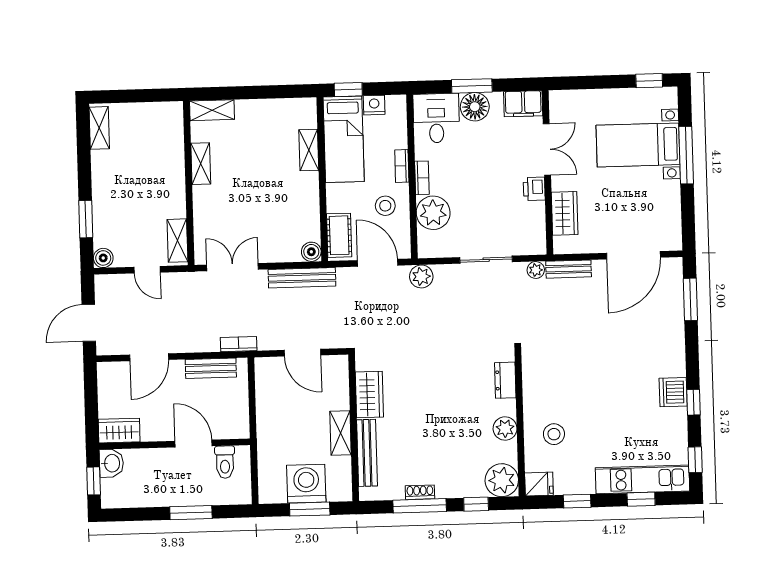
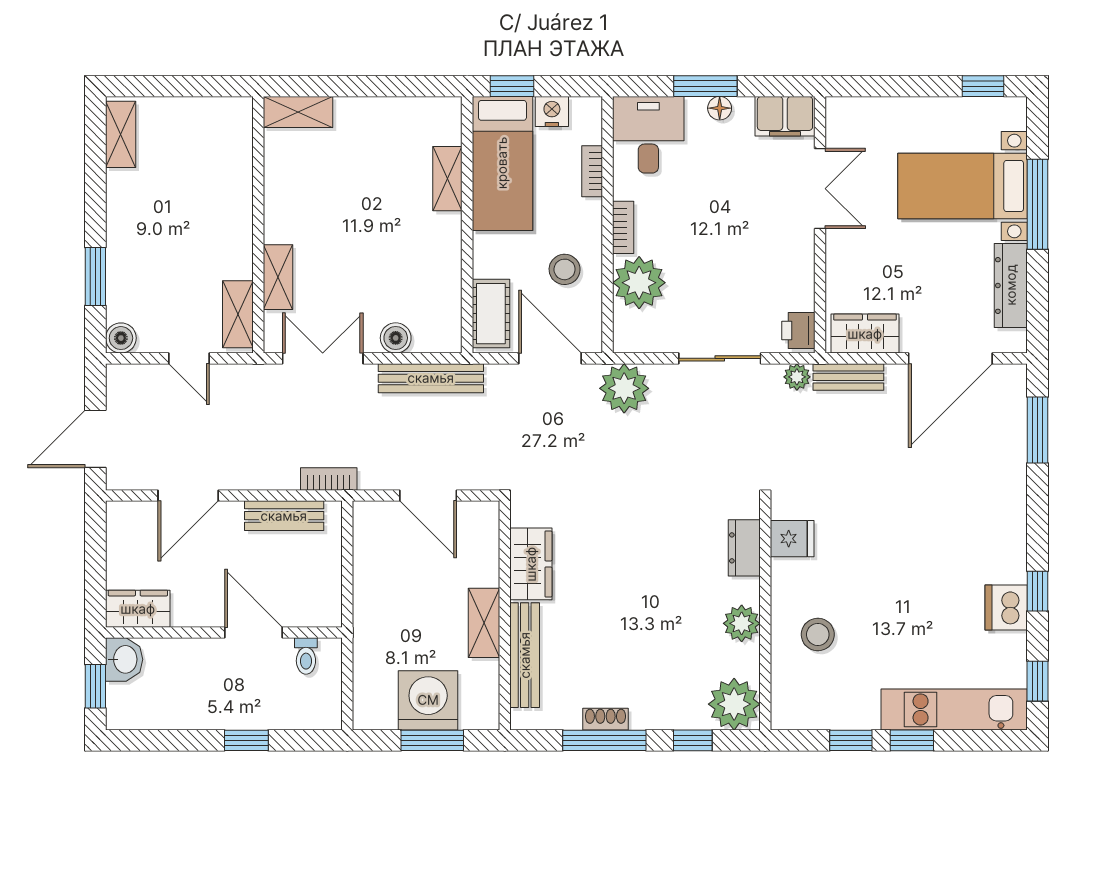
floor lamp: (475, 107) -> (720, 108), width x0.53, depth x0.53
shelving: (201, 164) -> (278, 277), moved
bookcase: (402, 166) -> (592, 171), moved
printer: (534, 189) -> (798, 331), moved
dresser: (671, 208) -> (1011, 285), added
wardrobe: (565, 213) -> (865, 334), moved, turned -90
boiler: (311, 252) -> (396, 338), moved
plant: (421, 276) -> (624, 388), width x1.36, depth x1.36
dishwasher: (673, 392) -> (1006, 607), moved
toilet: (225, 462) -> (306, 656), width x0.73, depth x0.72
fridge: (539, 484) -> (792, 539), moved
window: (641, 499) -> (912, 740), moved
window: (191, 513) -> (246, 740), width x0.67

